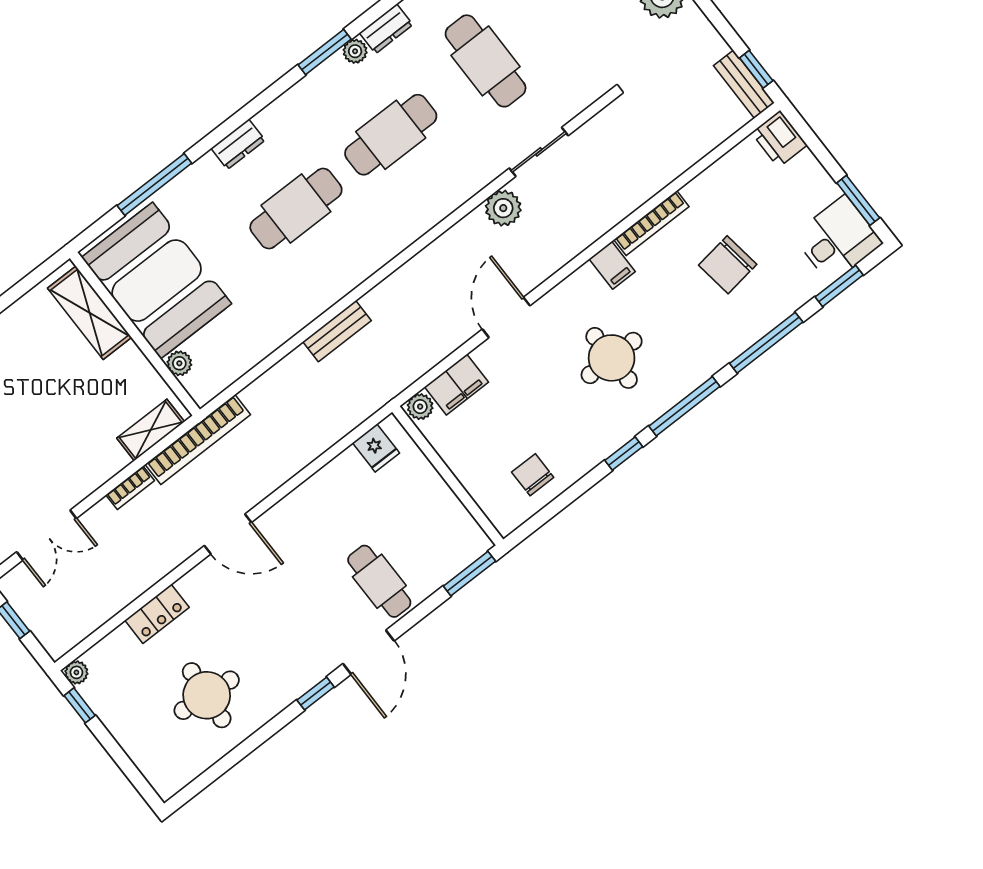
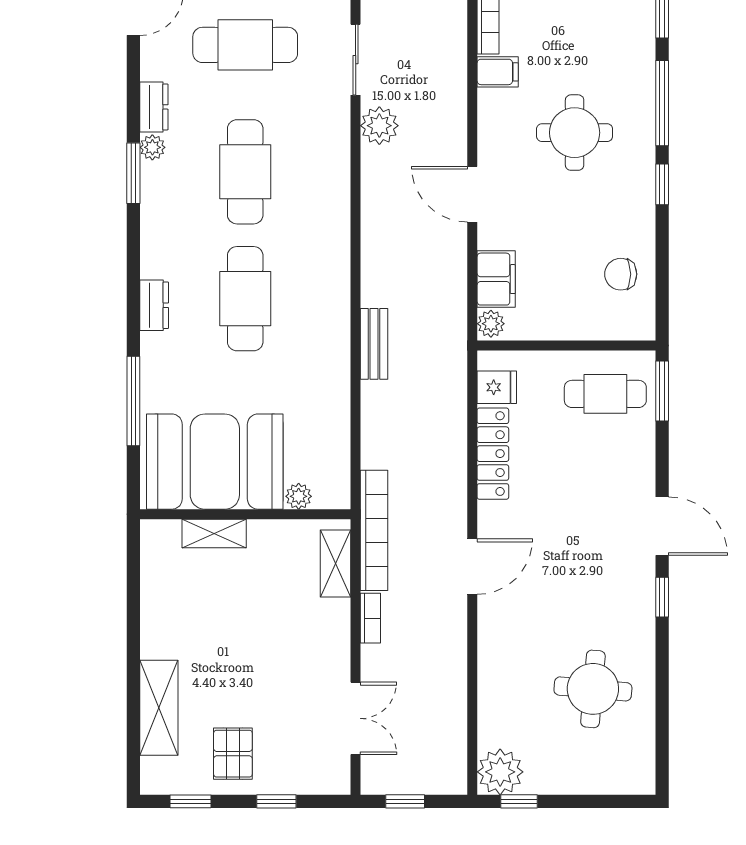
shelving: (90, 313) -> (214, 533), width x0.67, depth x0.75
cafe table: (379, 581) -> (605, 394), moved
locker: (157, 614) -> (493, 454), moved, width x1.53
plant: (76, 672) -> (500, 772), width x1.87, depth x1.87

